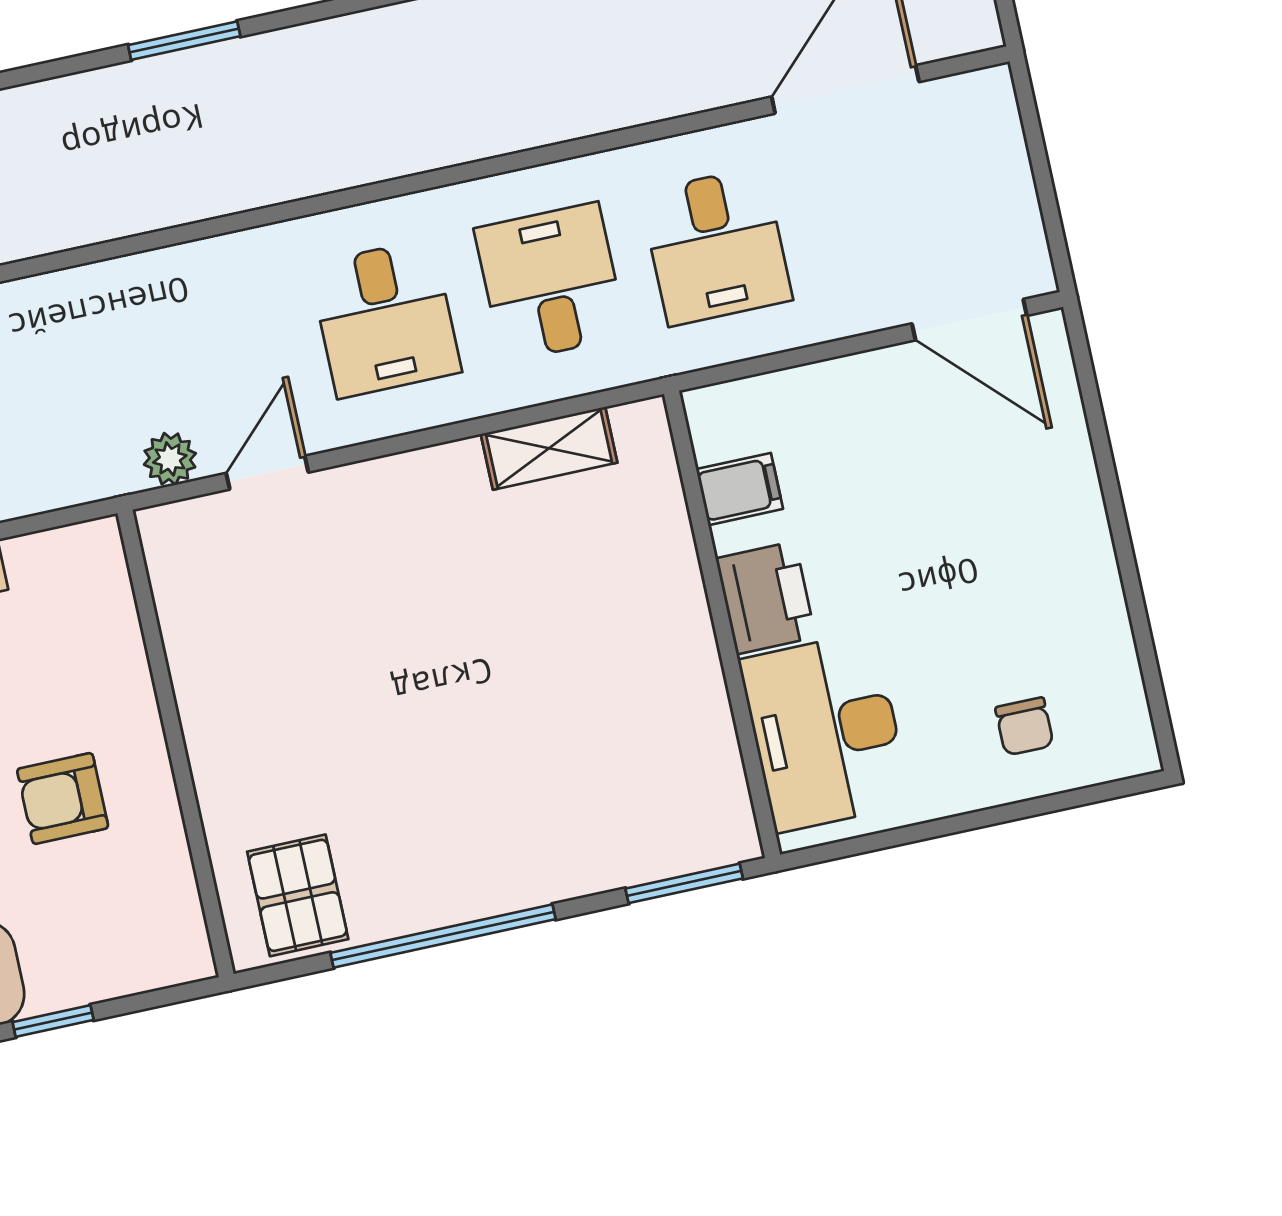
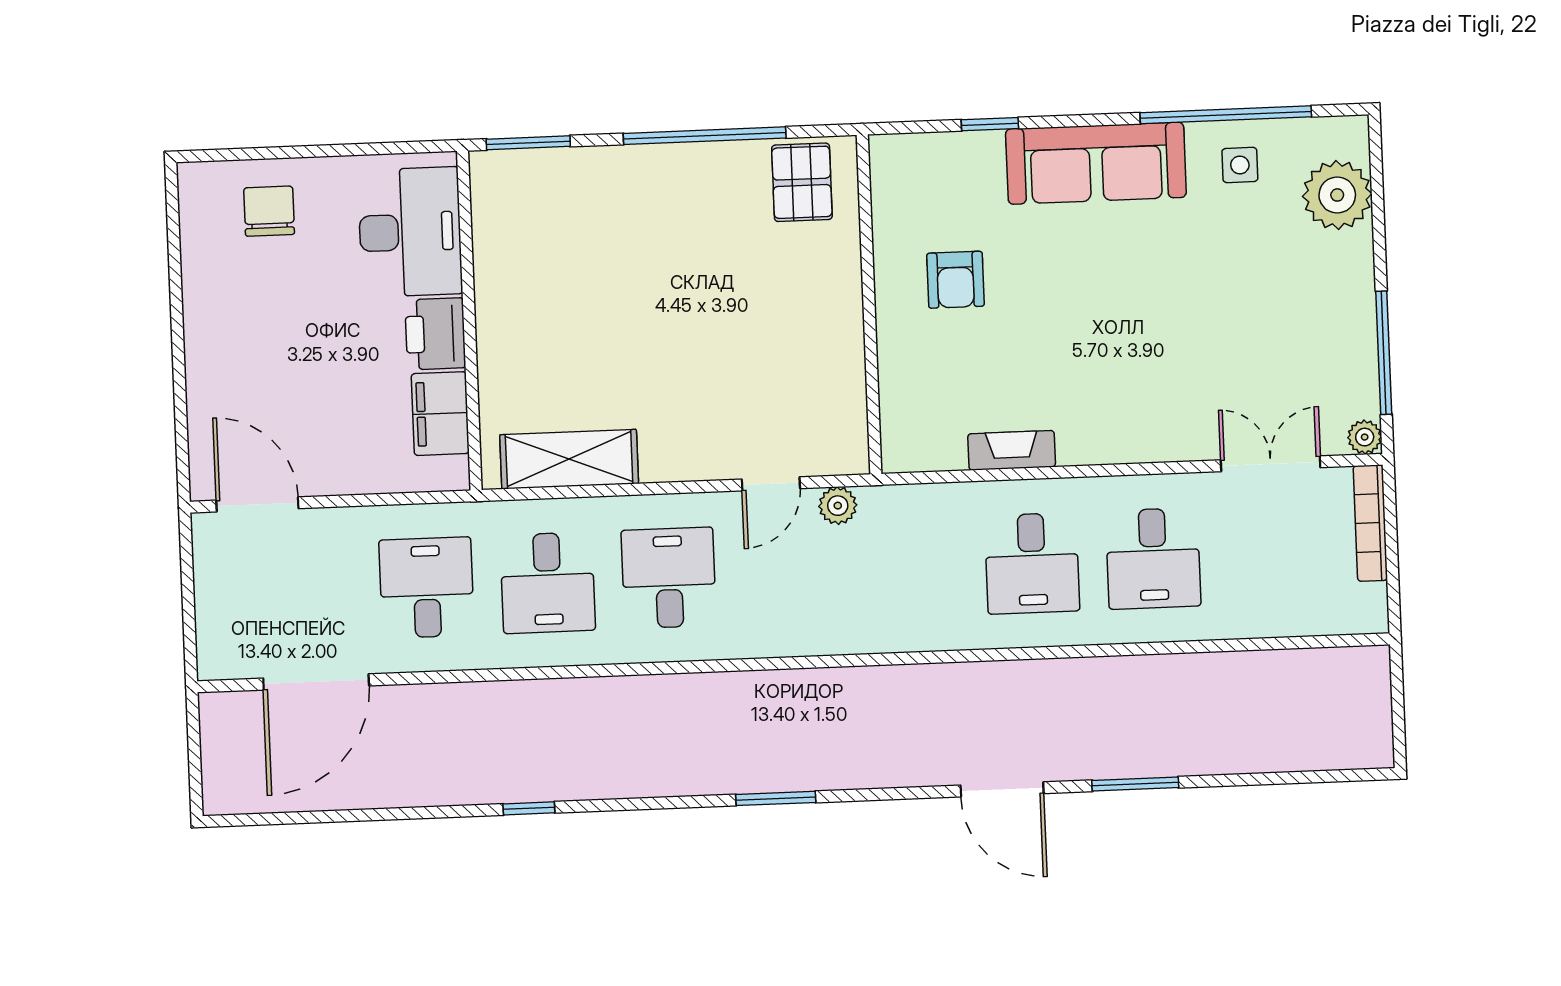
shelving: (549, 448) -> (569, 459), width x1.50, depth x1.33
filing cabinet: (740, 489) -> (440, 414), width x2.00
chair: (1024, 726) -> (269, 211), width x1.37, depth x1.37
armchair: (63, 798) -> (955, 280), turned 90

